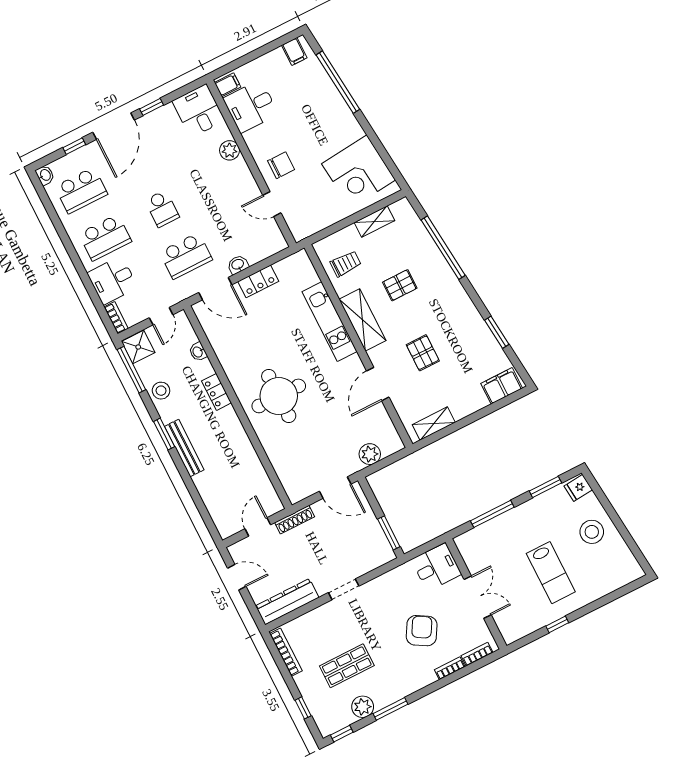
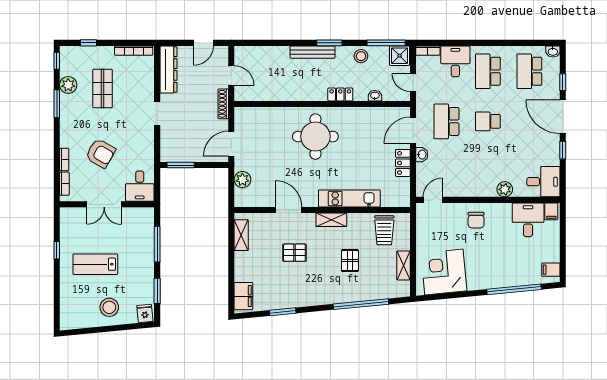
door: (272, 204) -> (433, 200), moved
trolley: (346, 264) -> (384, 230), width x1.36, depth x1.39
shelving: (362, 320) -> (331, 220), width x0.67, depth x0.75

